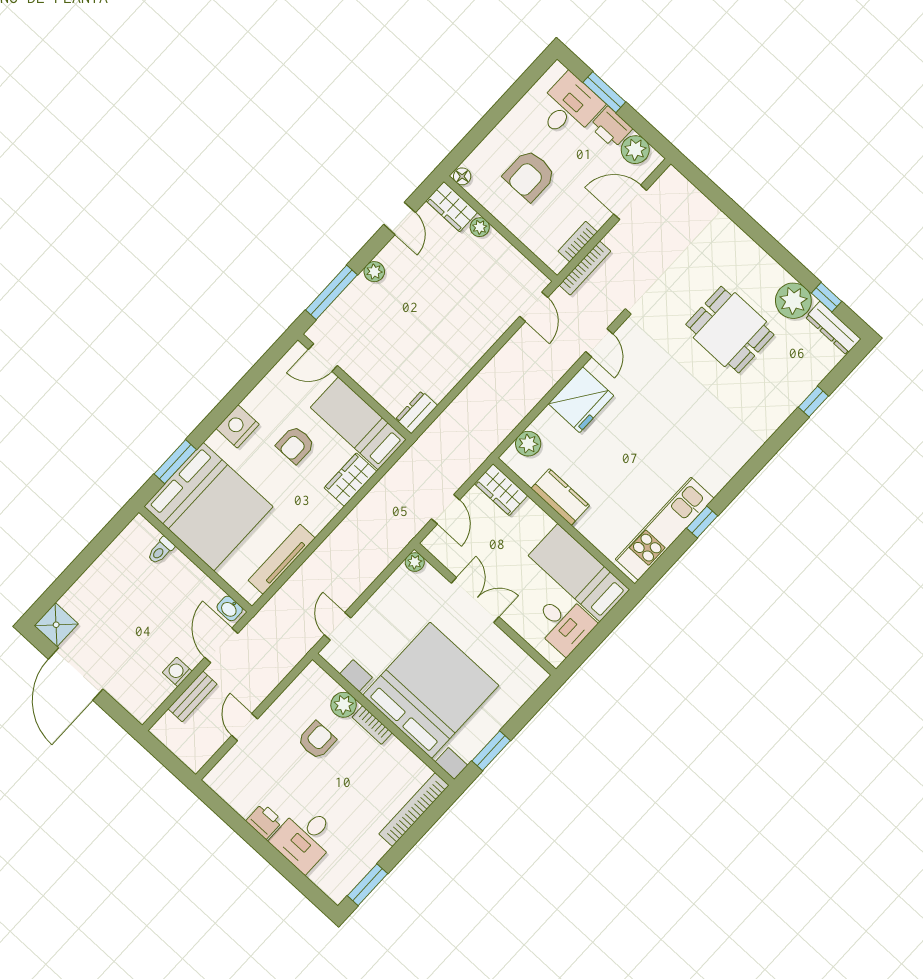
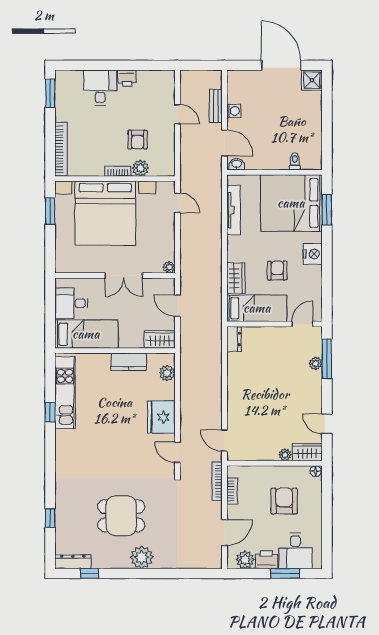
plant: (374, 272) -> (316, 364), moved
plant: (793, 301) -> (142, 557), moved

